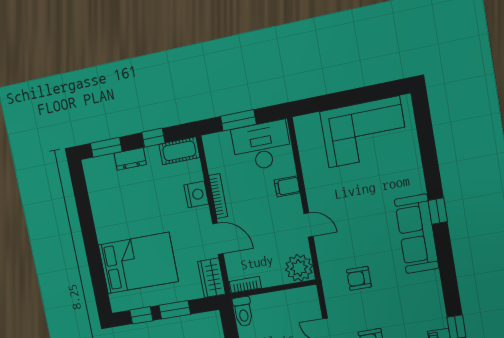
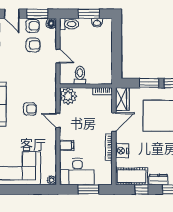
plant: (302, 123) -> (52, 180), added
cot: (179, 151) -> (132, 176), width x1.37, depth x1.34
door: (218, 239) -> (114, 122), swing flipped
armchair: (359, 278) -> (30, 109), moved
toilet: (243, 312) -> (80, 75), moved

